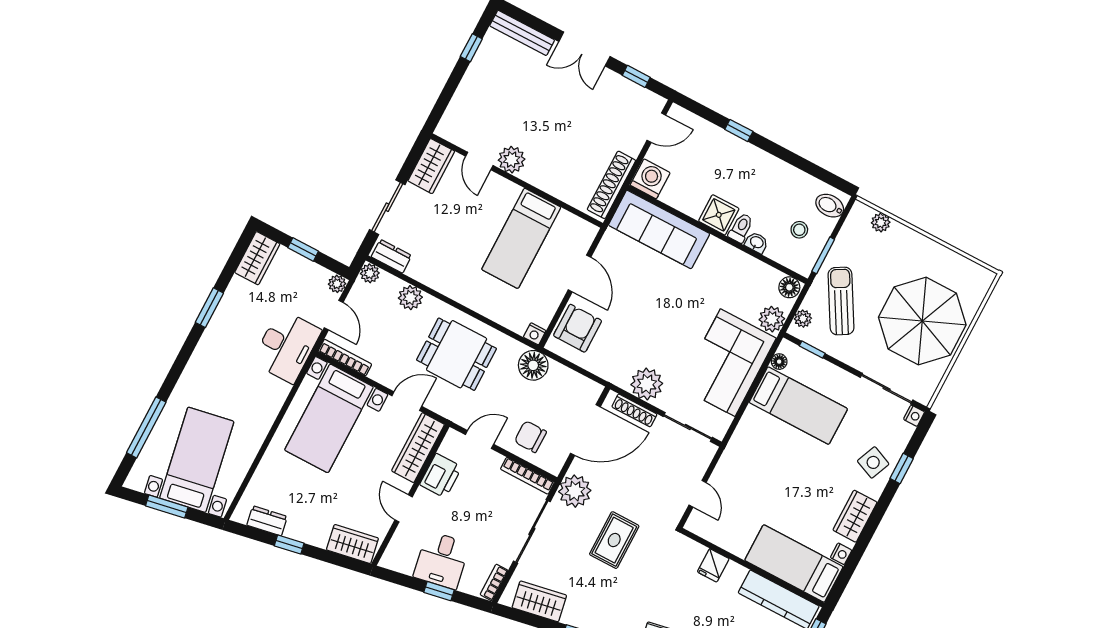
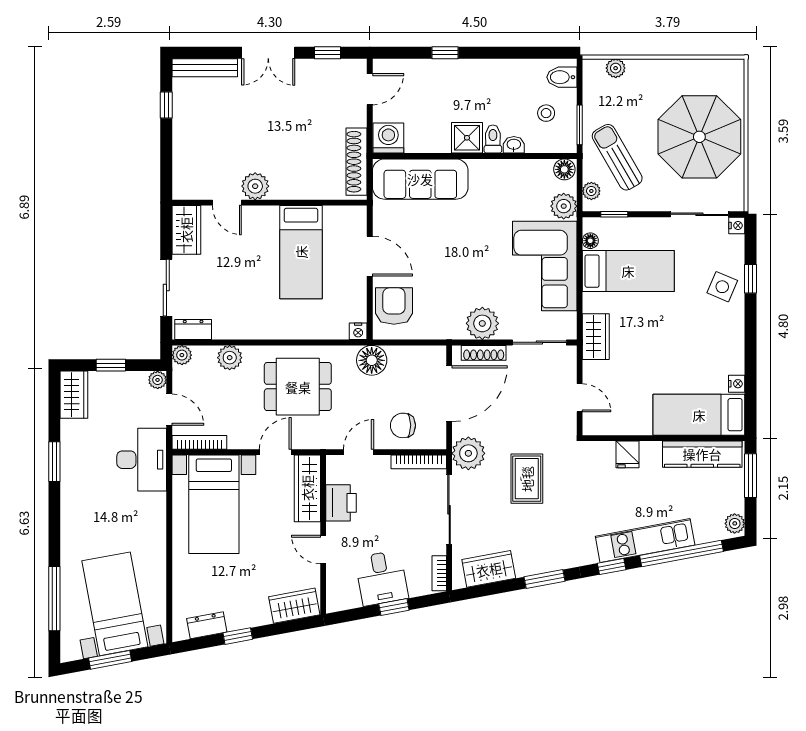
wardrobe: (855, 516) -> (596, 337), moved, turned 180

